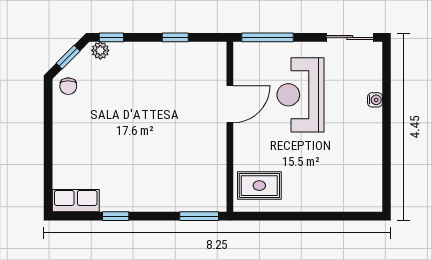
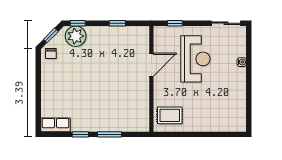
window: (268, 37) -> (175, 23), width x0.46
plant: (100, 50) -> (76, 36), width x1.88, depth x1.88
reception desk: (300, 95) -> (195, 59), turned 180
window: (199, 216) -> (110, 134), moved

